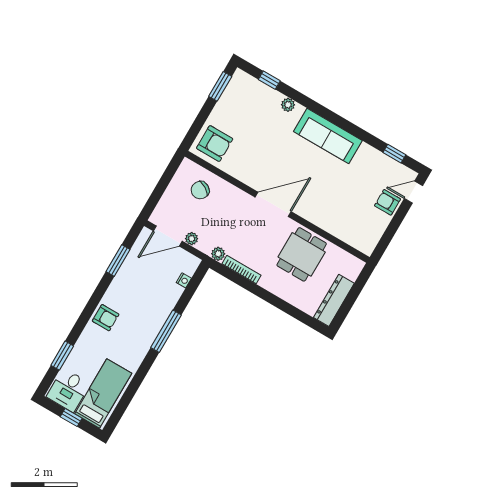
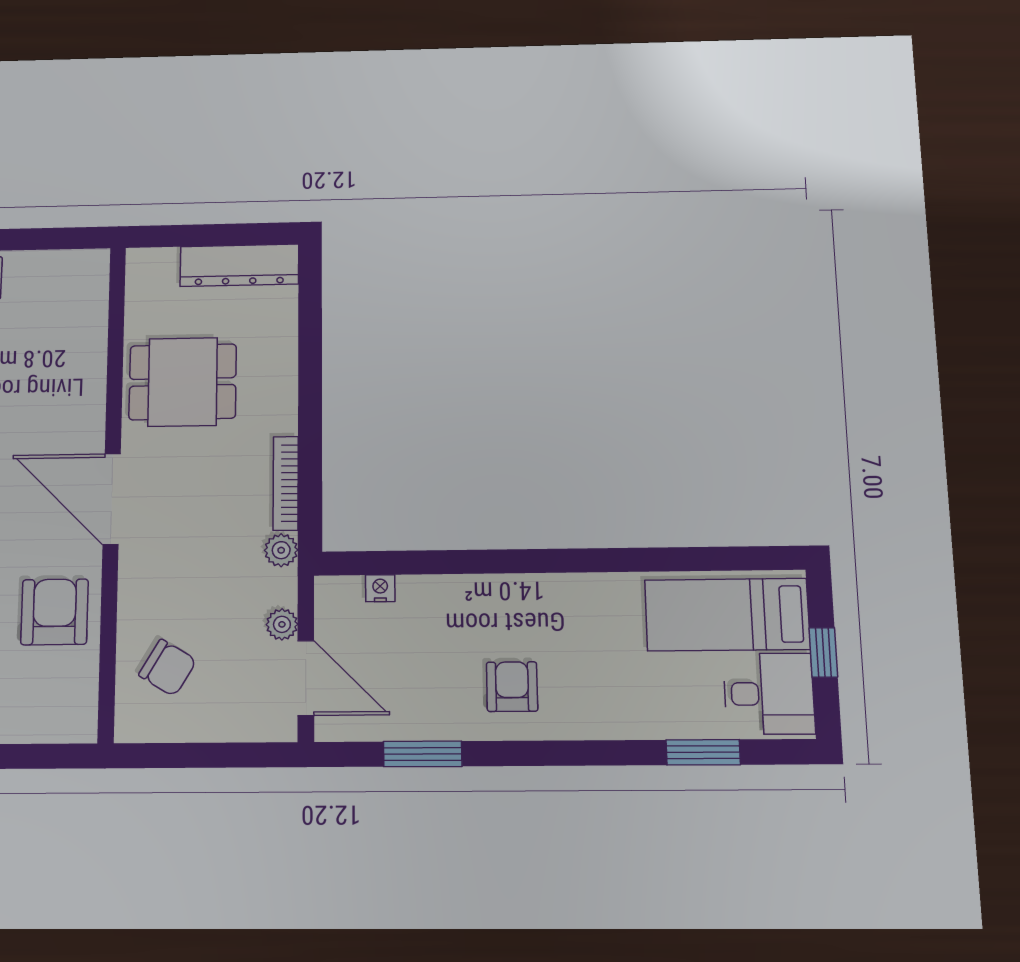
armchair: (215, 144) -> (55, 612), moved
armchair: (106, 318) -> (512, 687), moved
window: (166, 331) -> (511, 561), removed

